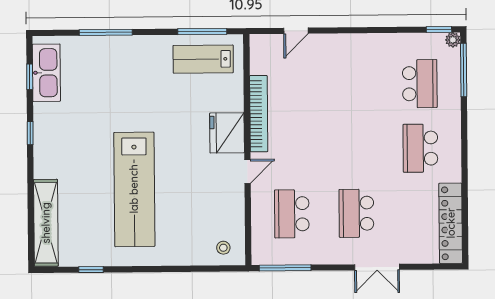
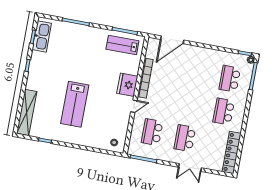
door: (296, 31) -> (172, 40), width x1.87
school desk: (420, 84) -> (230, 79), turned 180
lab bench: (134, 189) -> (75, 104), width x0.73

